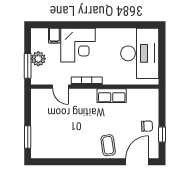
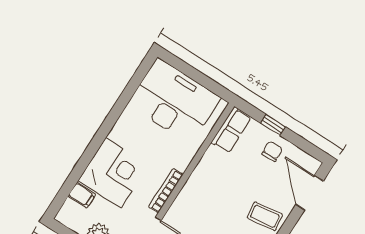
row of seats: (112, 96) -> (231, 130), moved
window: (162, 134) -> (273, 125), moved

